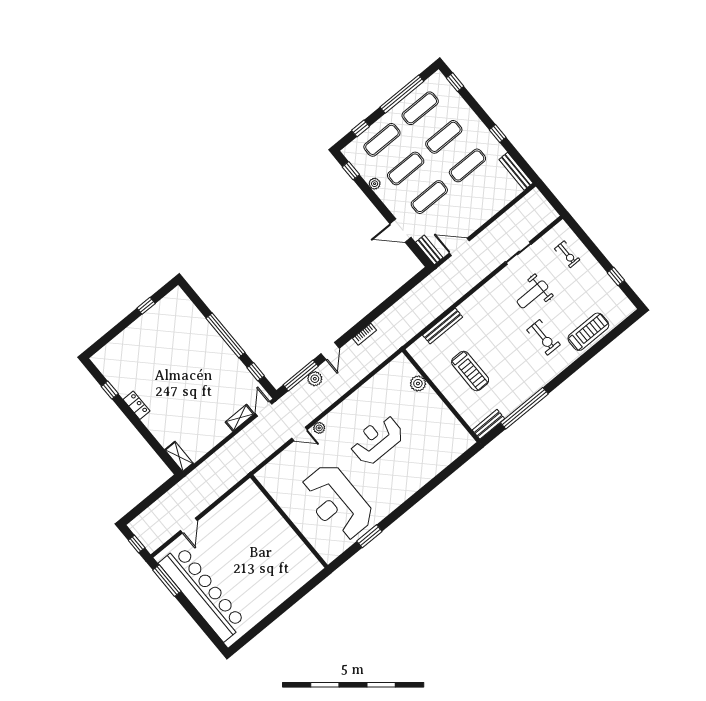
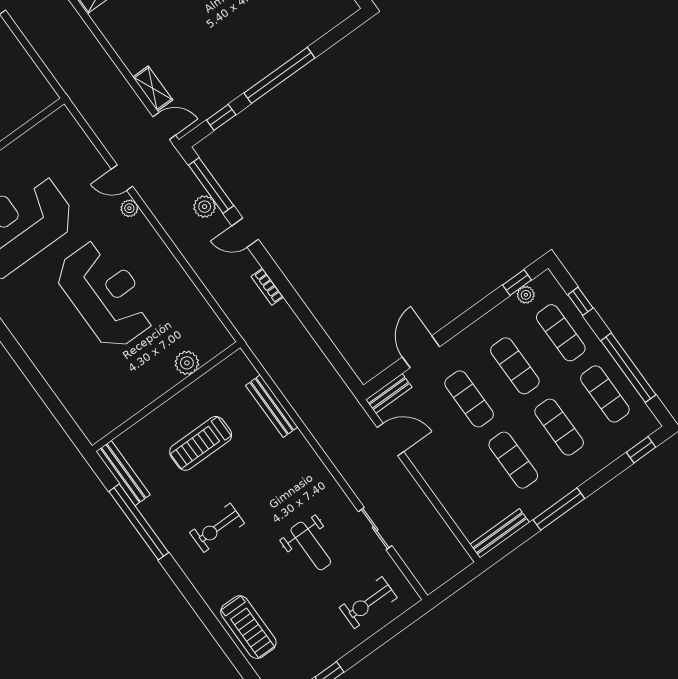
window: (498, 133) -> (559, 509), width x2.17
plant: (375, 184) -> (526, 295), moved
door: (459, 247) -> (390, 439), hinge flipped
exercise bike: (567, 254) -> (368, 603), width x1.38, depth x1.39
weight bench: (533, 294) -> (311, 546), turned 180
exercise bike: (543, 337) -> (217, 528), moved
bench: (488, 424) -> (123, 473), width x1.36
door: (299, 434) -> (122, 178), hinge flipped
reception desk: (377, 440) -> (106, 294), width x1.36, depth x1.30

